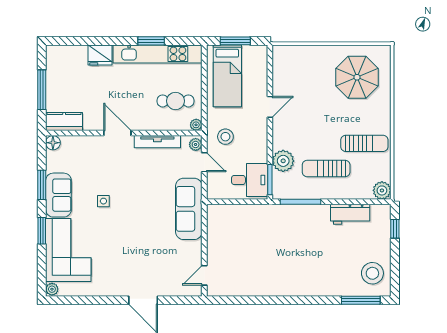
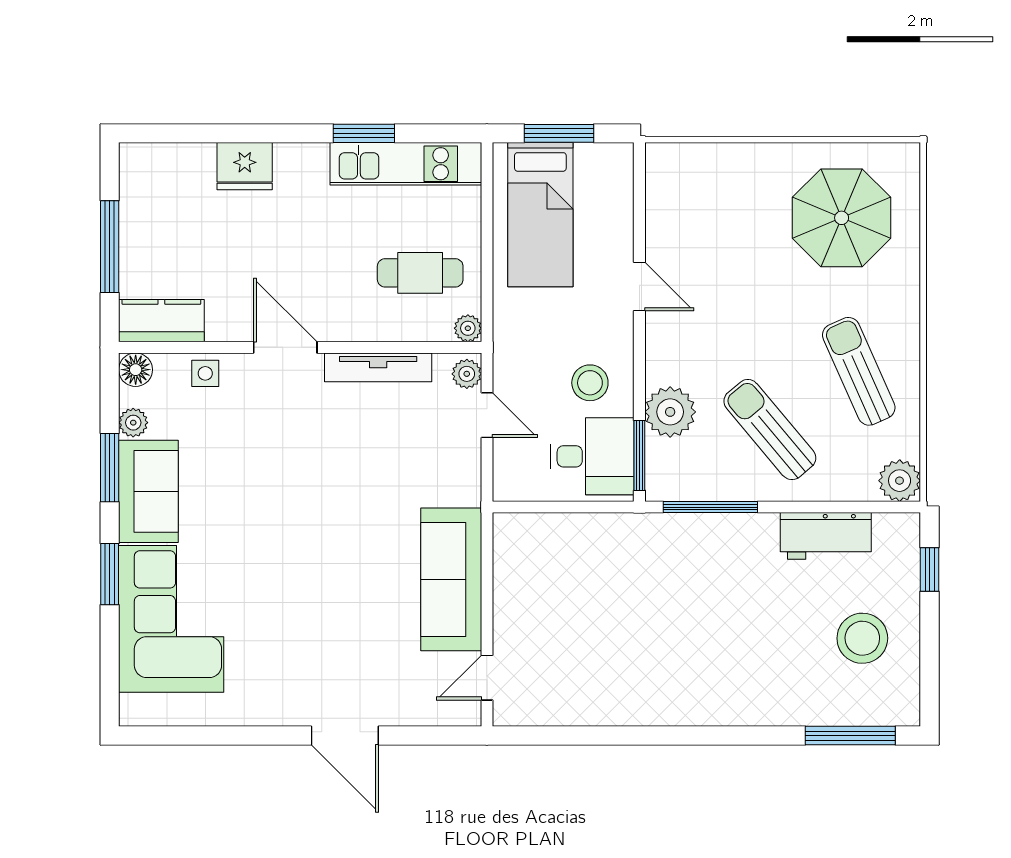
kitchen unit: (157, 54) -> (406, 164), width x0.73
door: (270, 107) -> (639, 286), hinge flipped
stool: (225, 137) -> (590, 383), moved
sun lounger: (364, 143) -> (859, 371), turned -114
sun lounger: (326, 168) -> (770, 430), turned 50
side table: (103, 201) -> (205, 373), moved
sofa: (189, 209) -> (451, 579), moved
stool: (372, 273) -> (862, 638), moved
plant: (52, 289) -> (133, 423), moved

